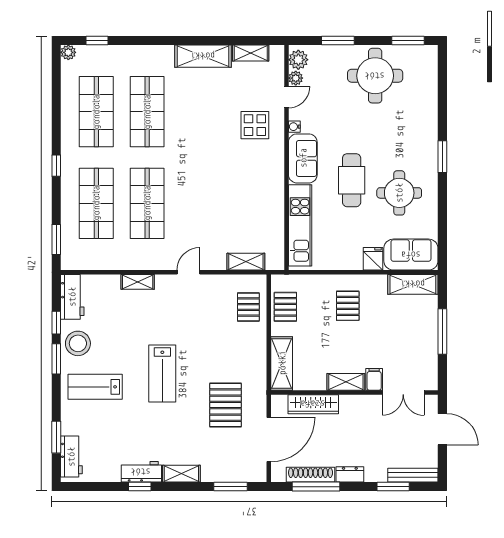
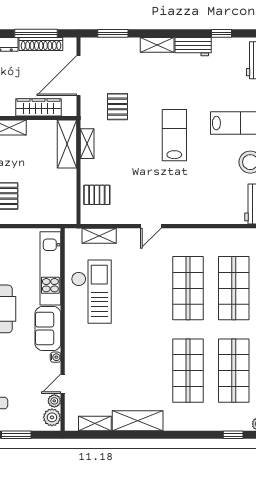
display table: (255, 125) -> (91, 358), removed
checkout: (255, 199) -> (91, 292), added
shelving: (138, 282) -> (87, 144), moved, turned 90
pallet: (248, 307) -> (97, 195), turned 90
pallet: (285, 307) -> (64, 195), removed
pallet: (225, 405) -> (118, 107), width x0.67, depth x0.71
window: (140, 487) -> (222, 33), moved

